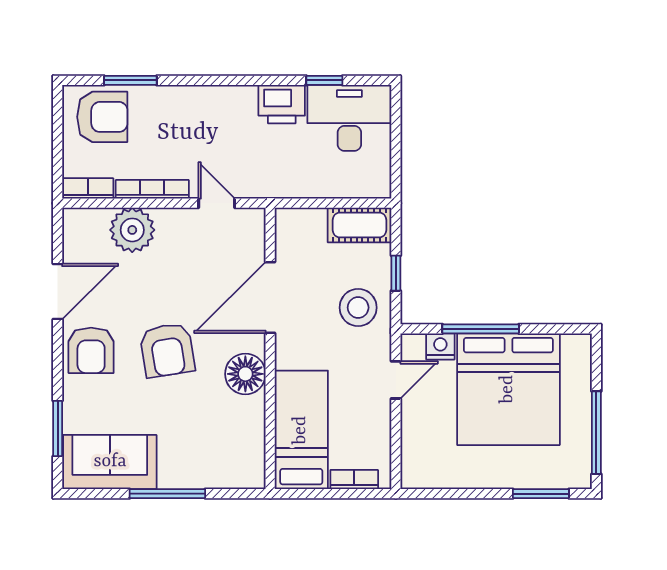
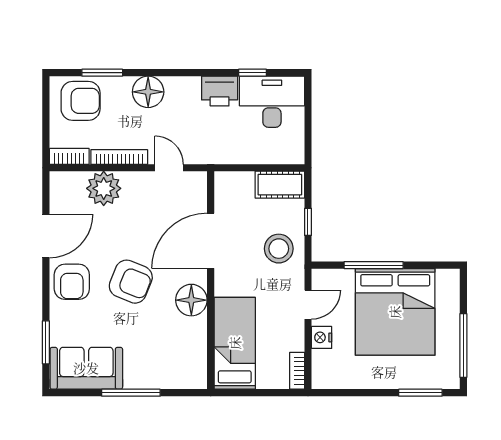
floor lamp: (189, 105) -> (148, 92), added
nightstand: (440, 346) -> (322, 337), moved, turned -90
armchair: (167, 350) -> (131, 282), turned -59
bookcase: (354, 479) -> (297, 371), moved, turned -90

